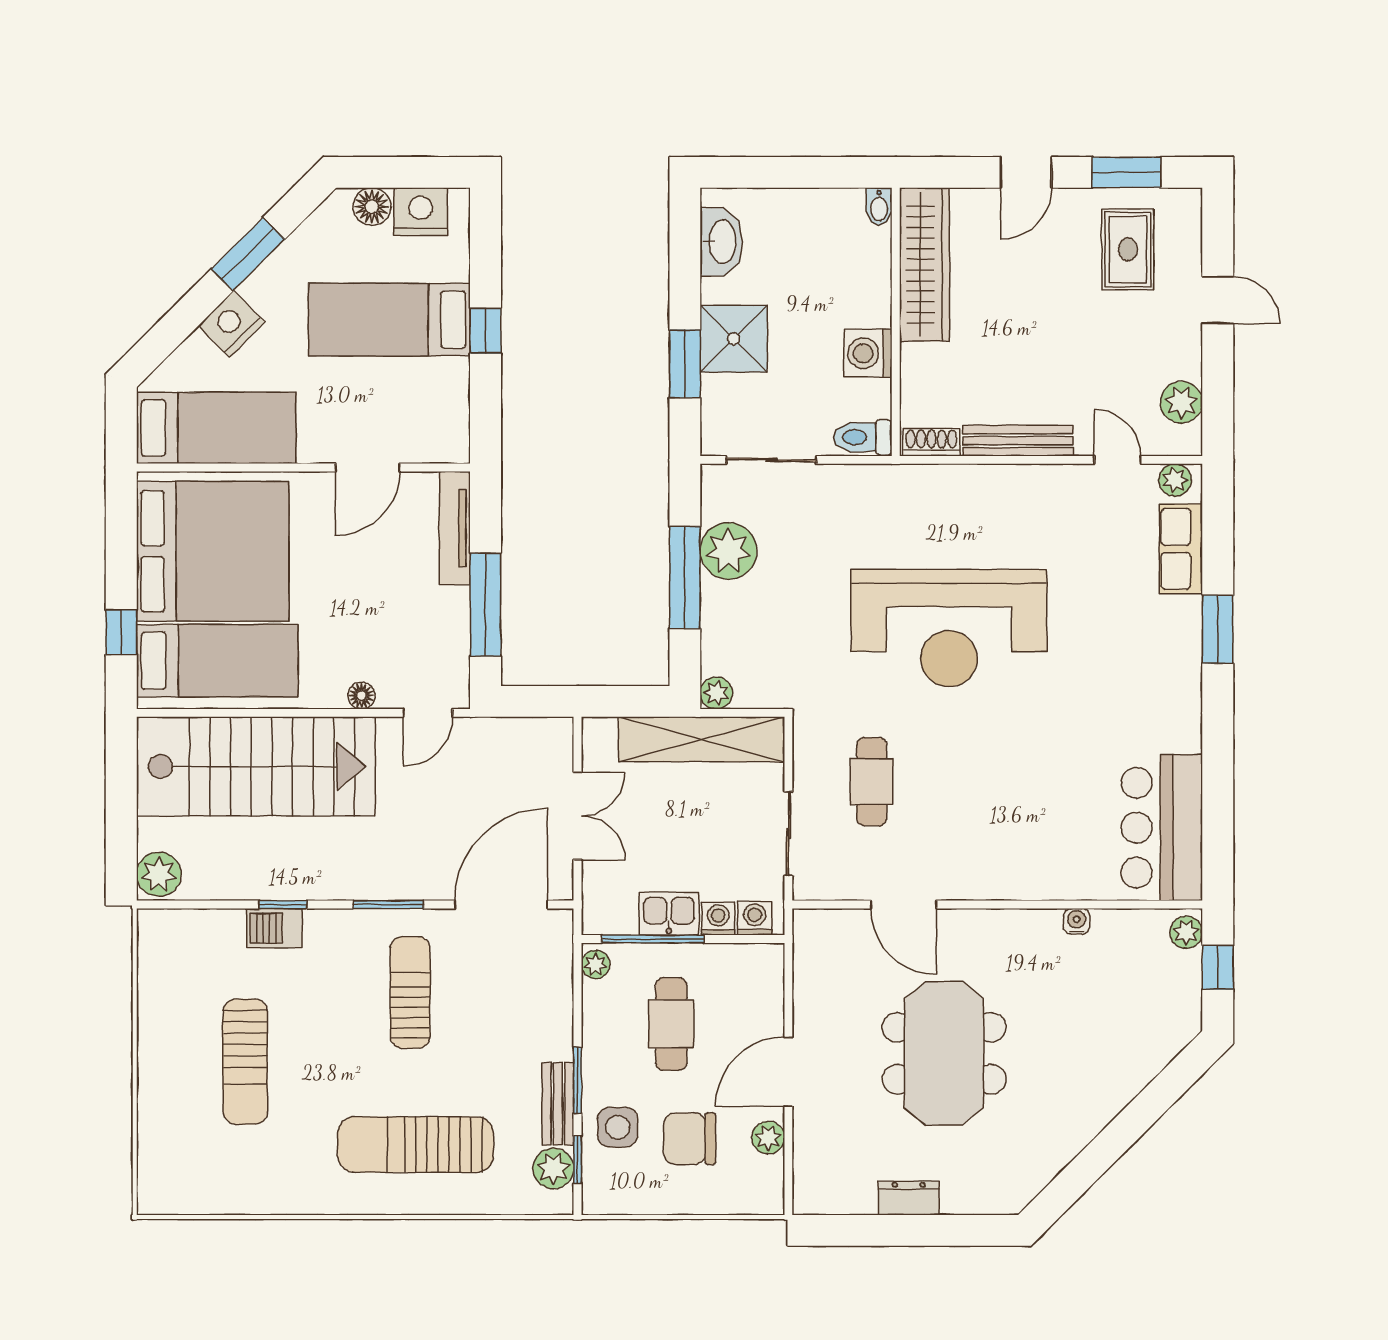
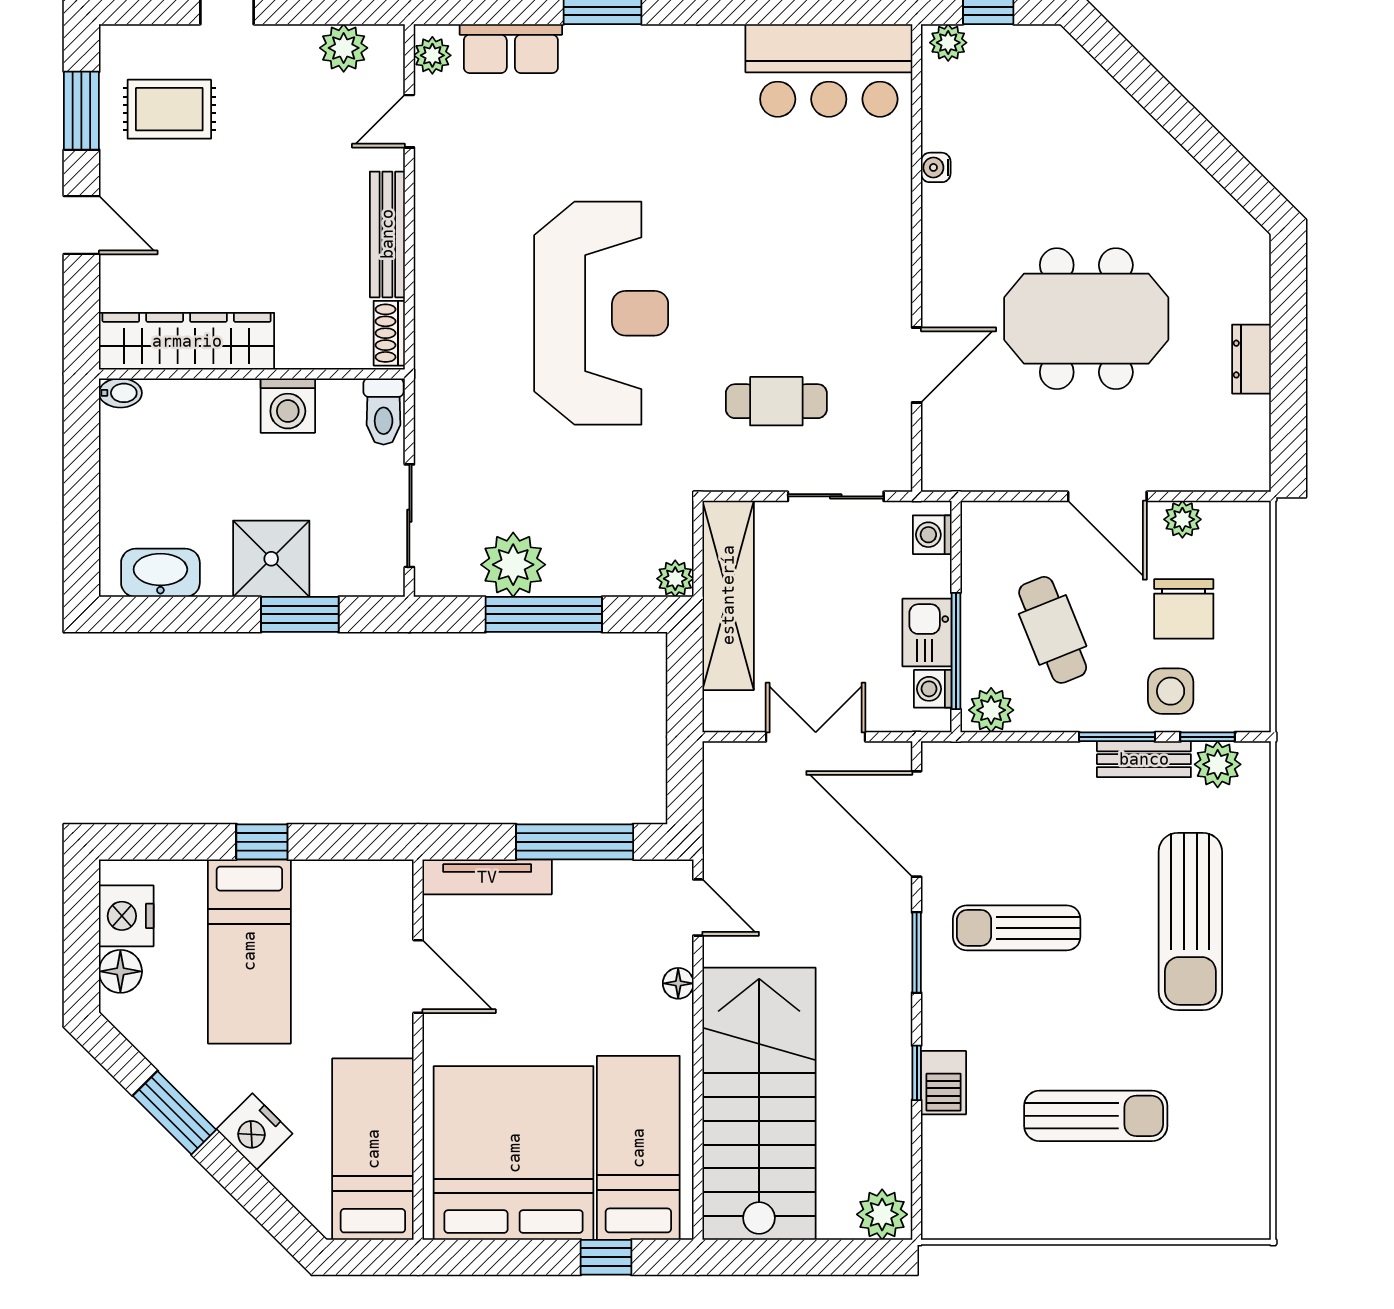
washing machine: (718, 919) -> (933, 689), moved
plant: (596, 965) -> (991, 710), width x1.38, depth x1.38
cafe table: (671, 1024) -> (1053, 630), turned 68

